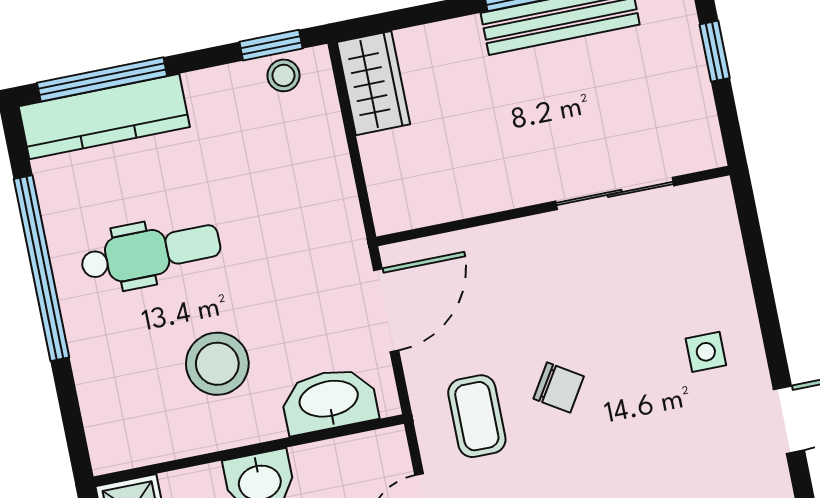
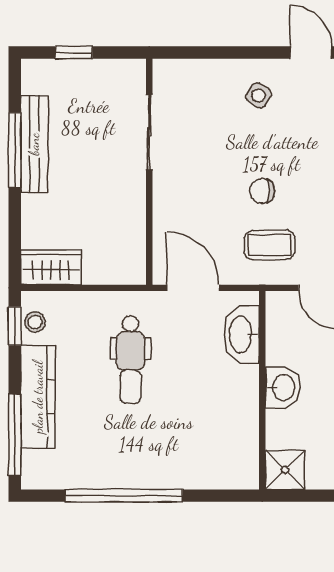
kitchen counter: (104, 117) -> (38, 397), moved
dental chair: (151, 253) -> (131, 360), moved, turned 180
side table: (706, 352) -> (258, 95), turned 33
stool: (217, 364) -> (205, 399), removed
chair: (559, 387) -> (262, 191), turned -122

